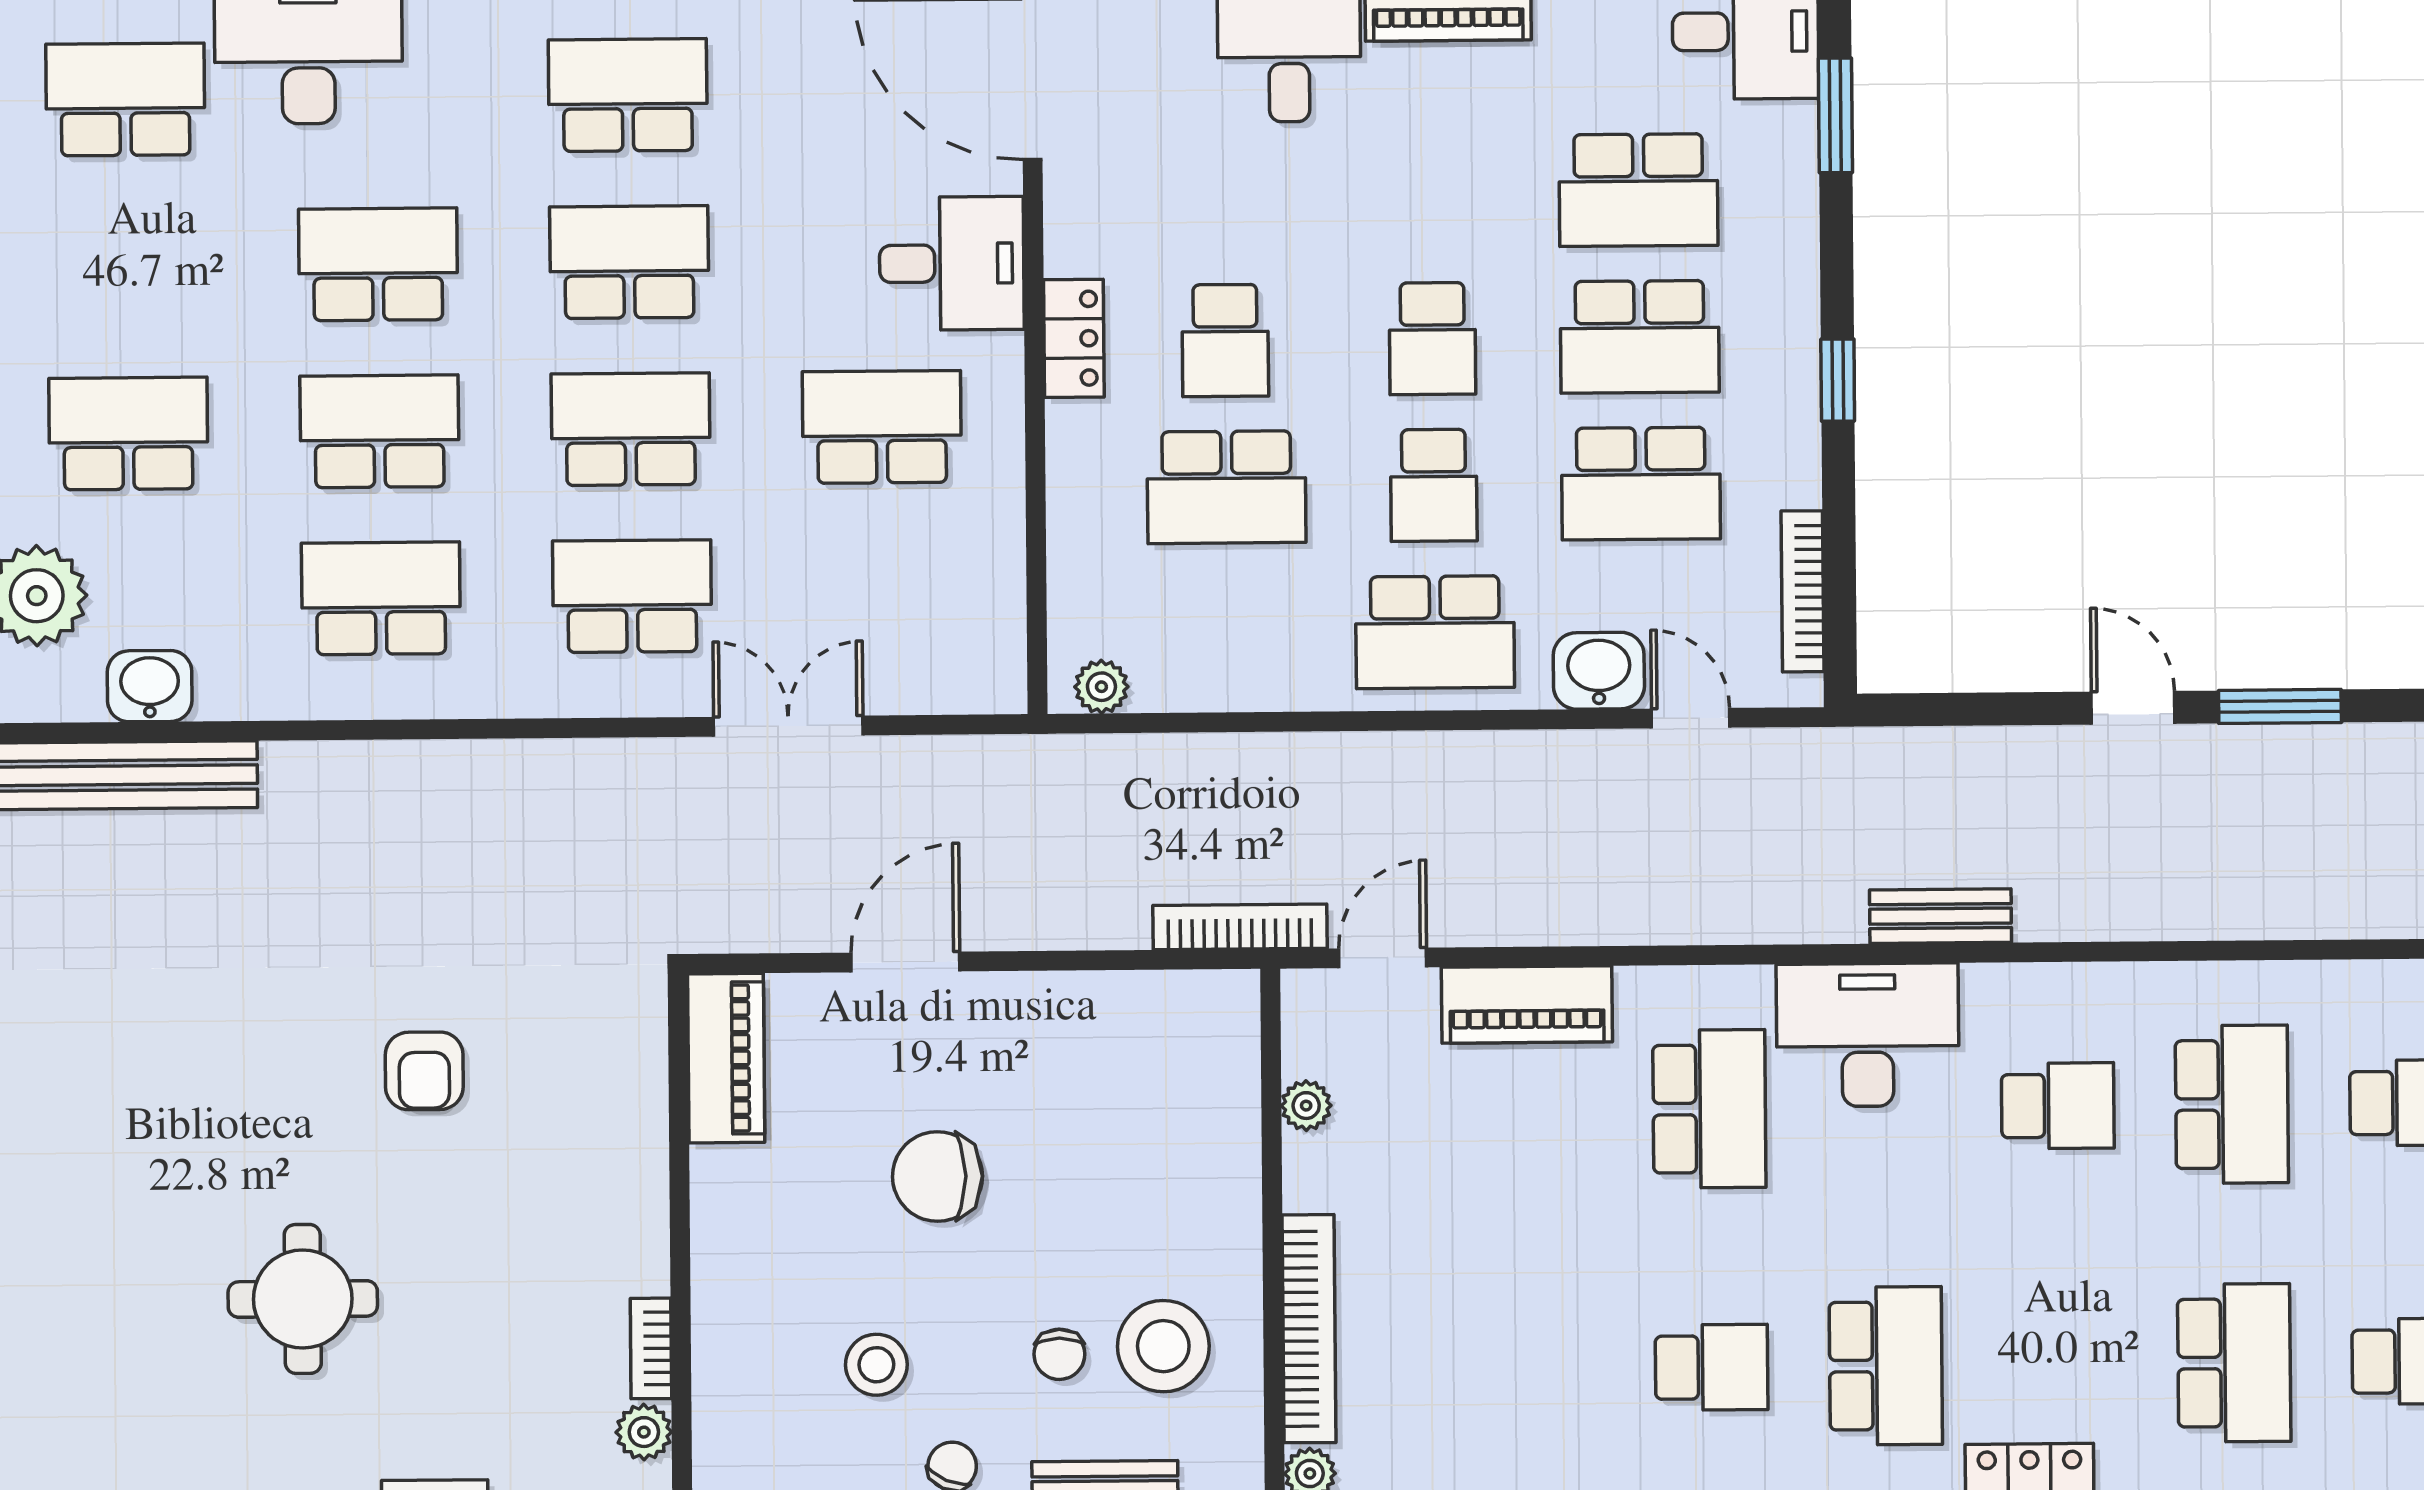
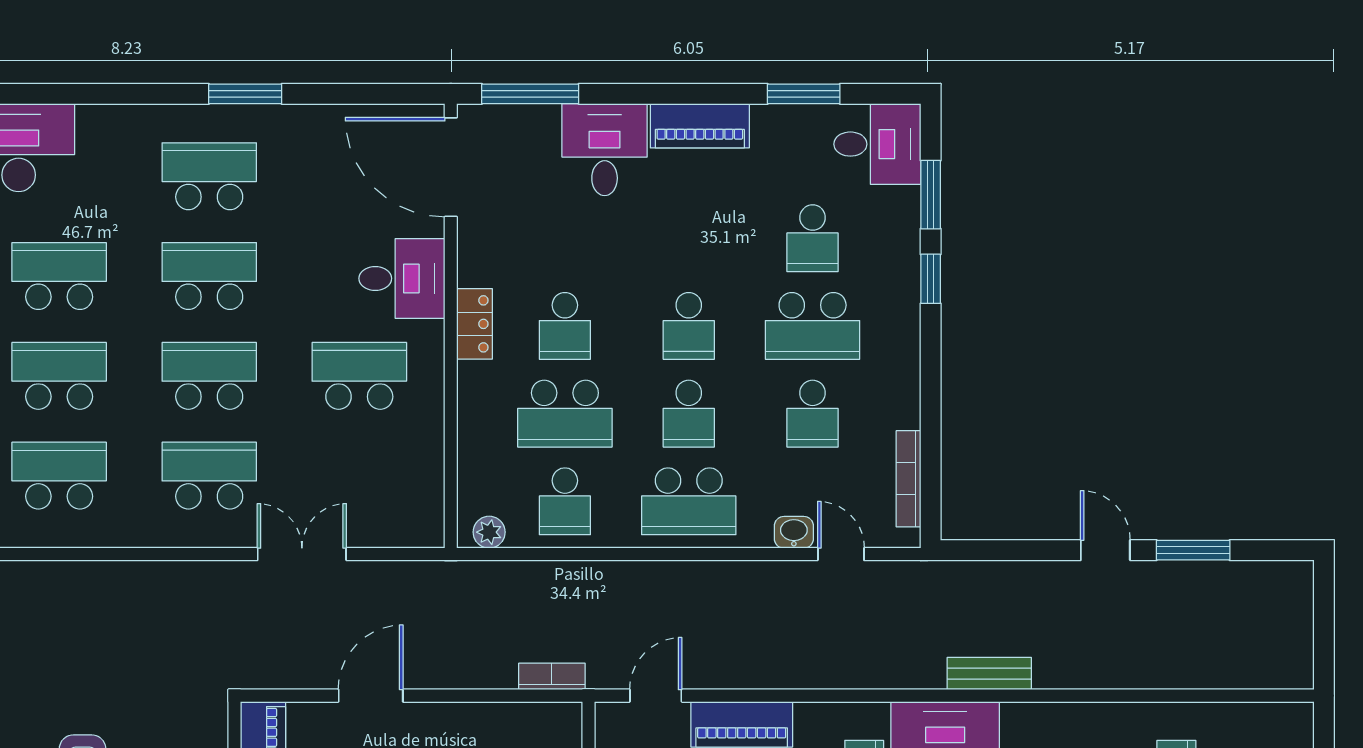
school desk: (1638, 190) -> (813, 238), width x0.54
window: (1838, 380) -> (931, 279), moved
school desk: (1641, 484) -> (813, 414), width x0.54
school desk: (1228, 634) -> (565, 501), added
washbasin: (1599, 671) -> (794, 532), width x0.72, depth x0.69
bookcase: (1240, 927) -> (552, 676), width x0.64

